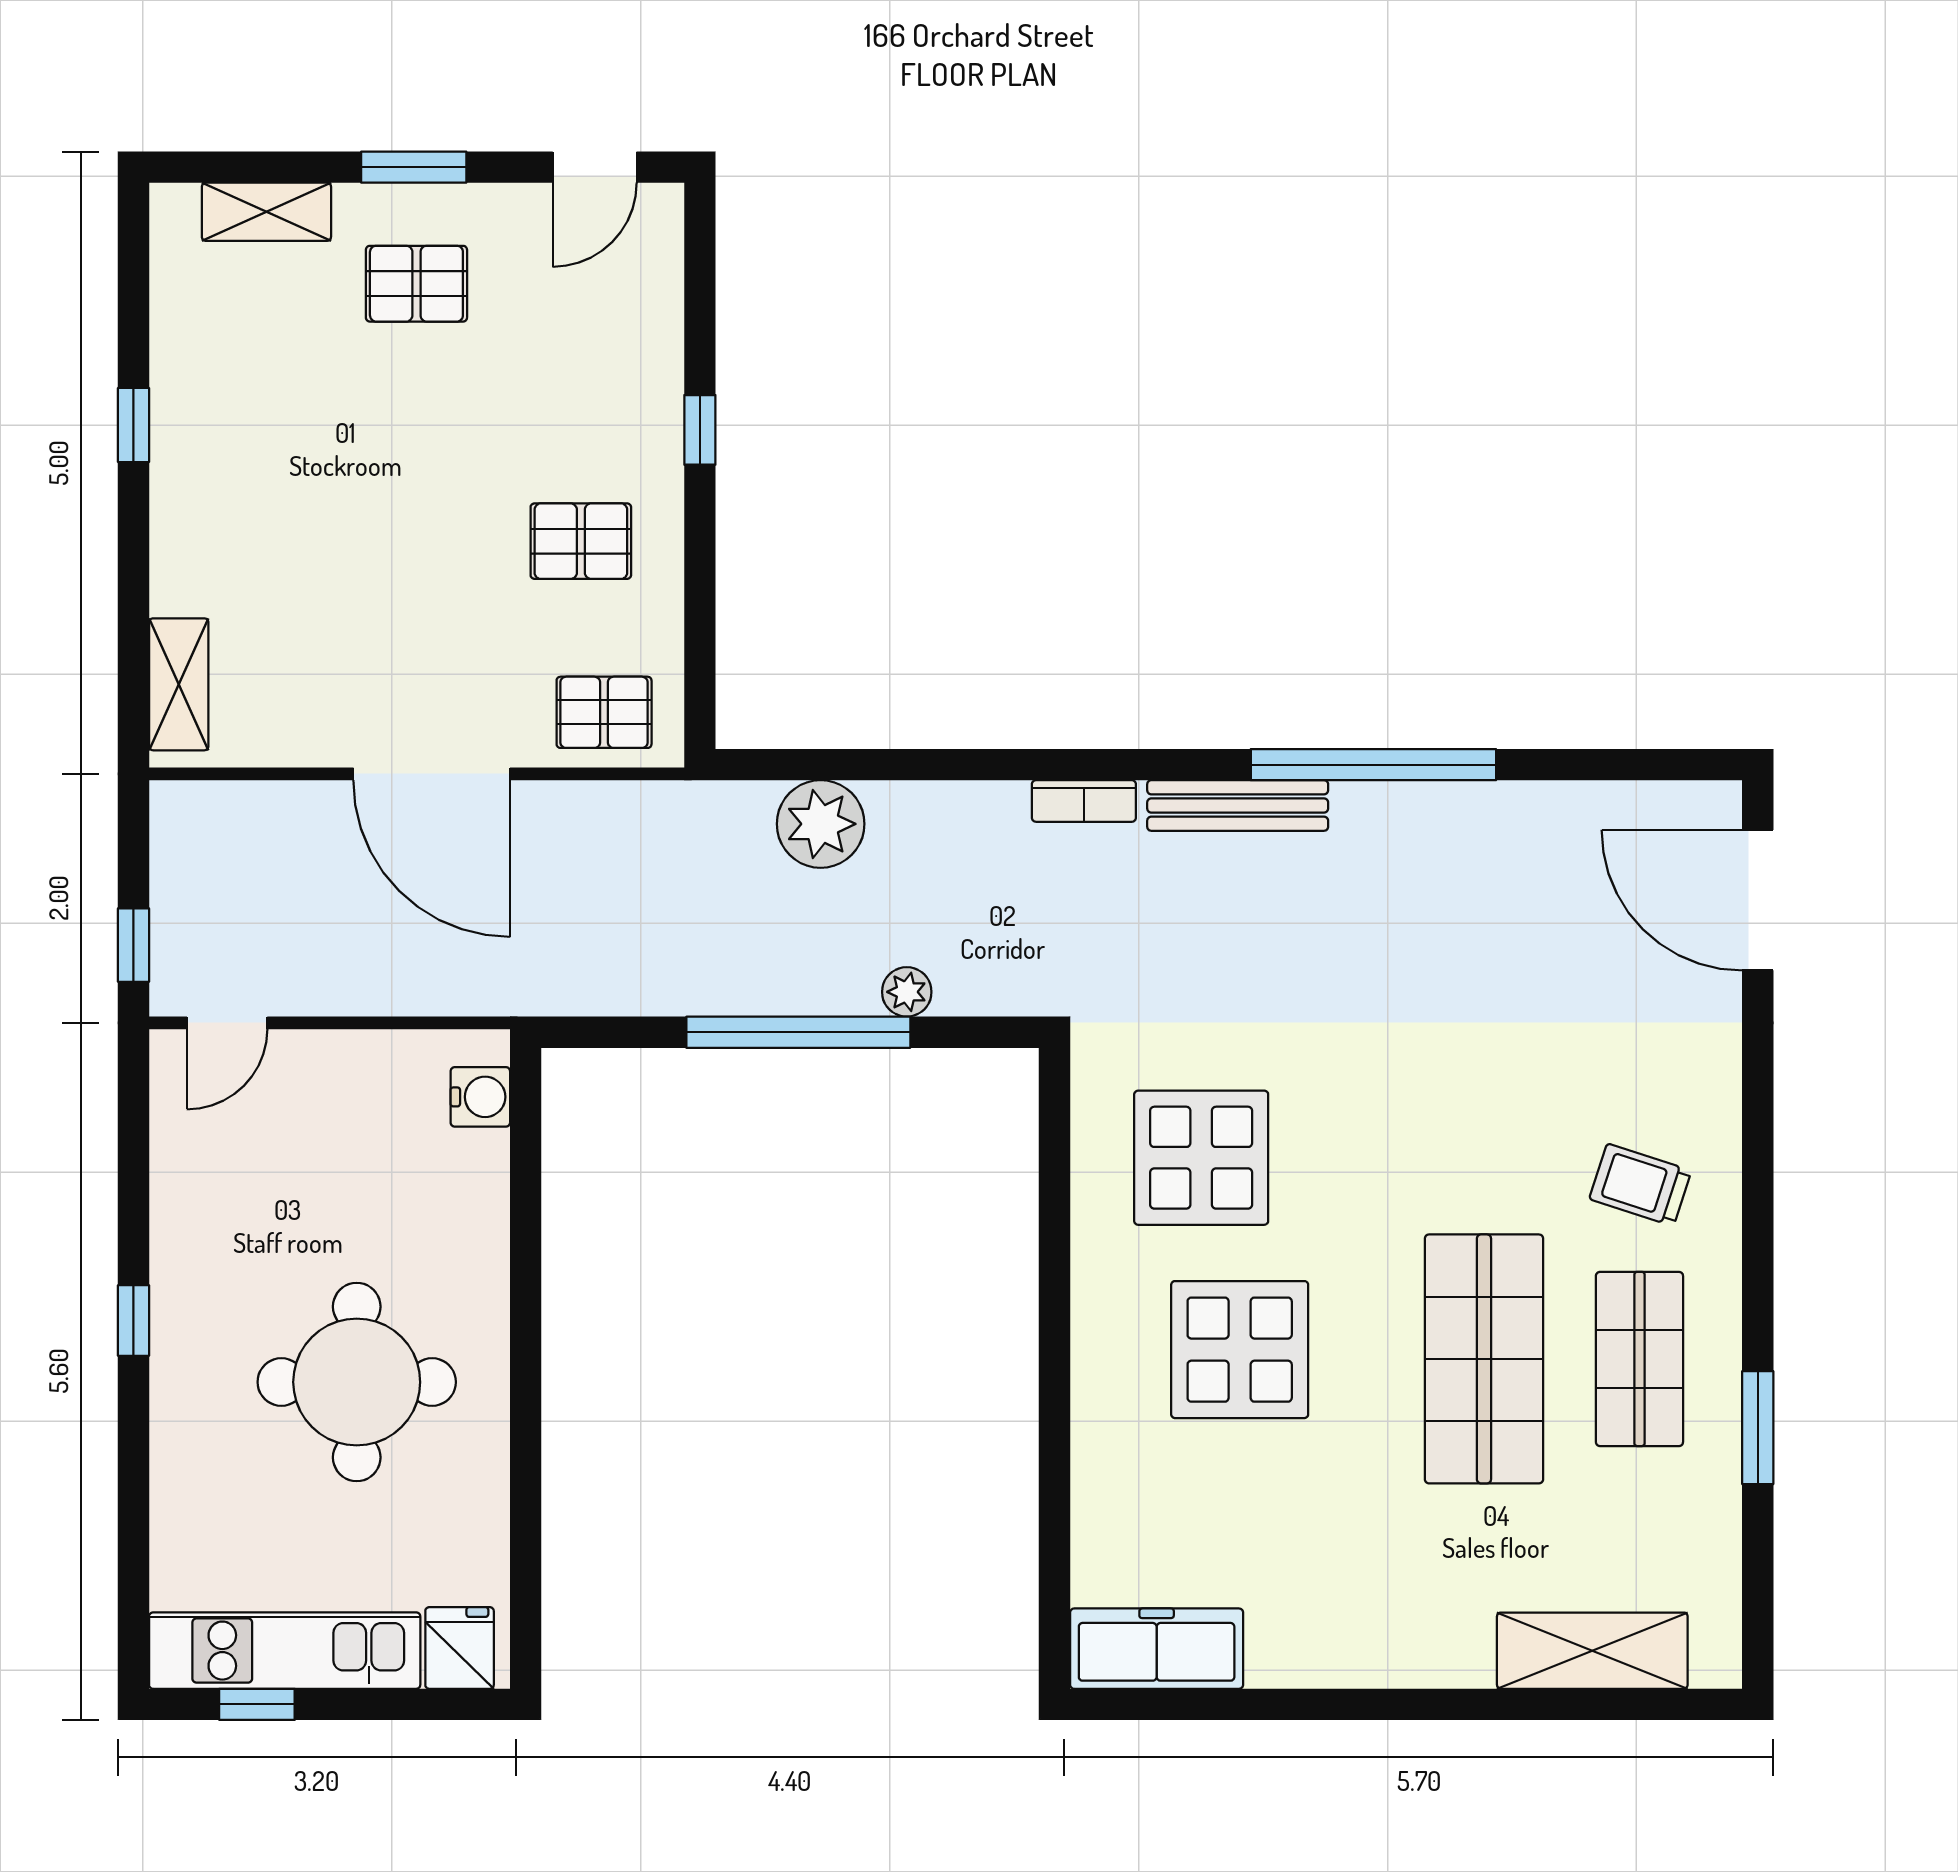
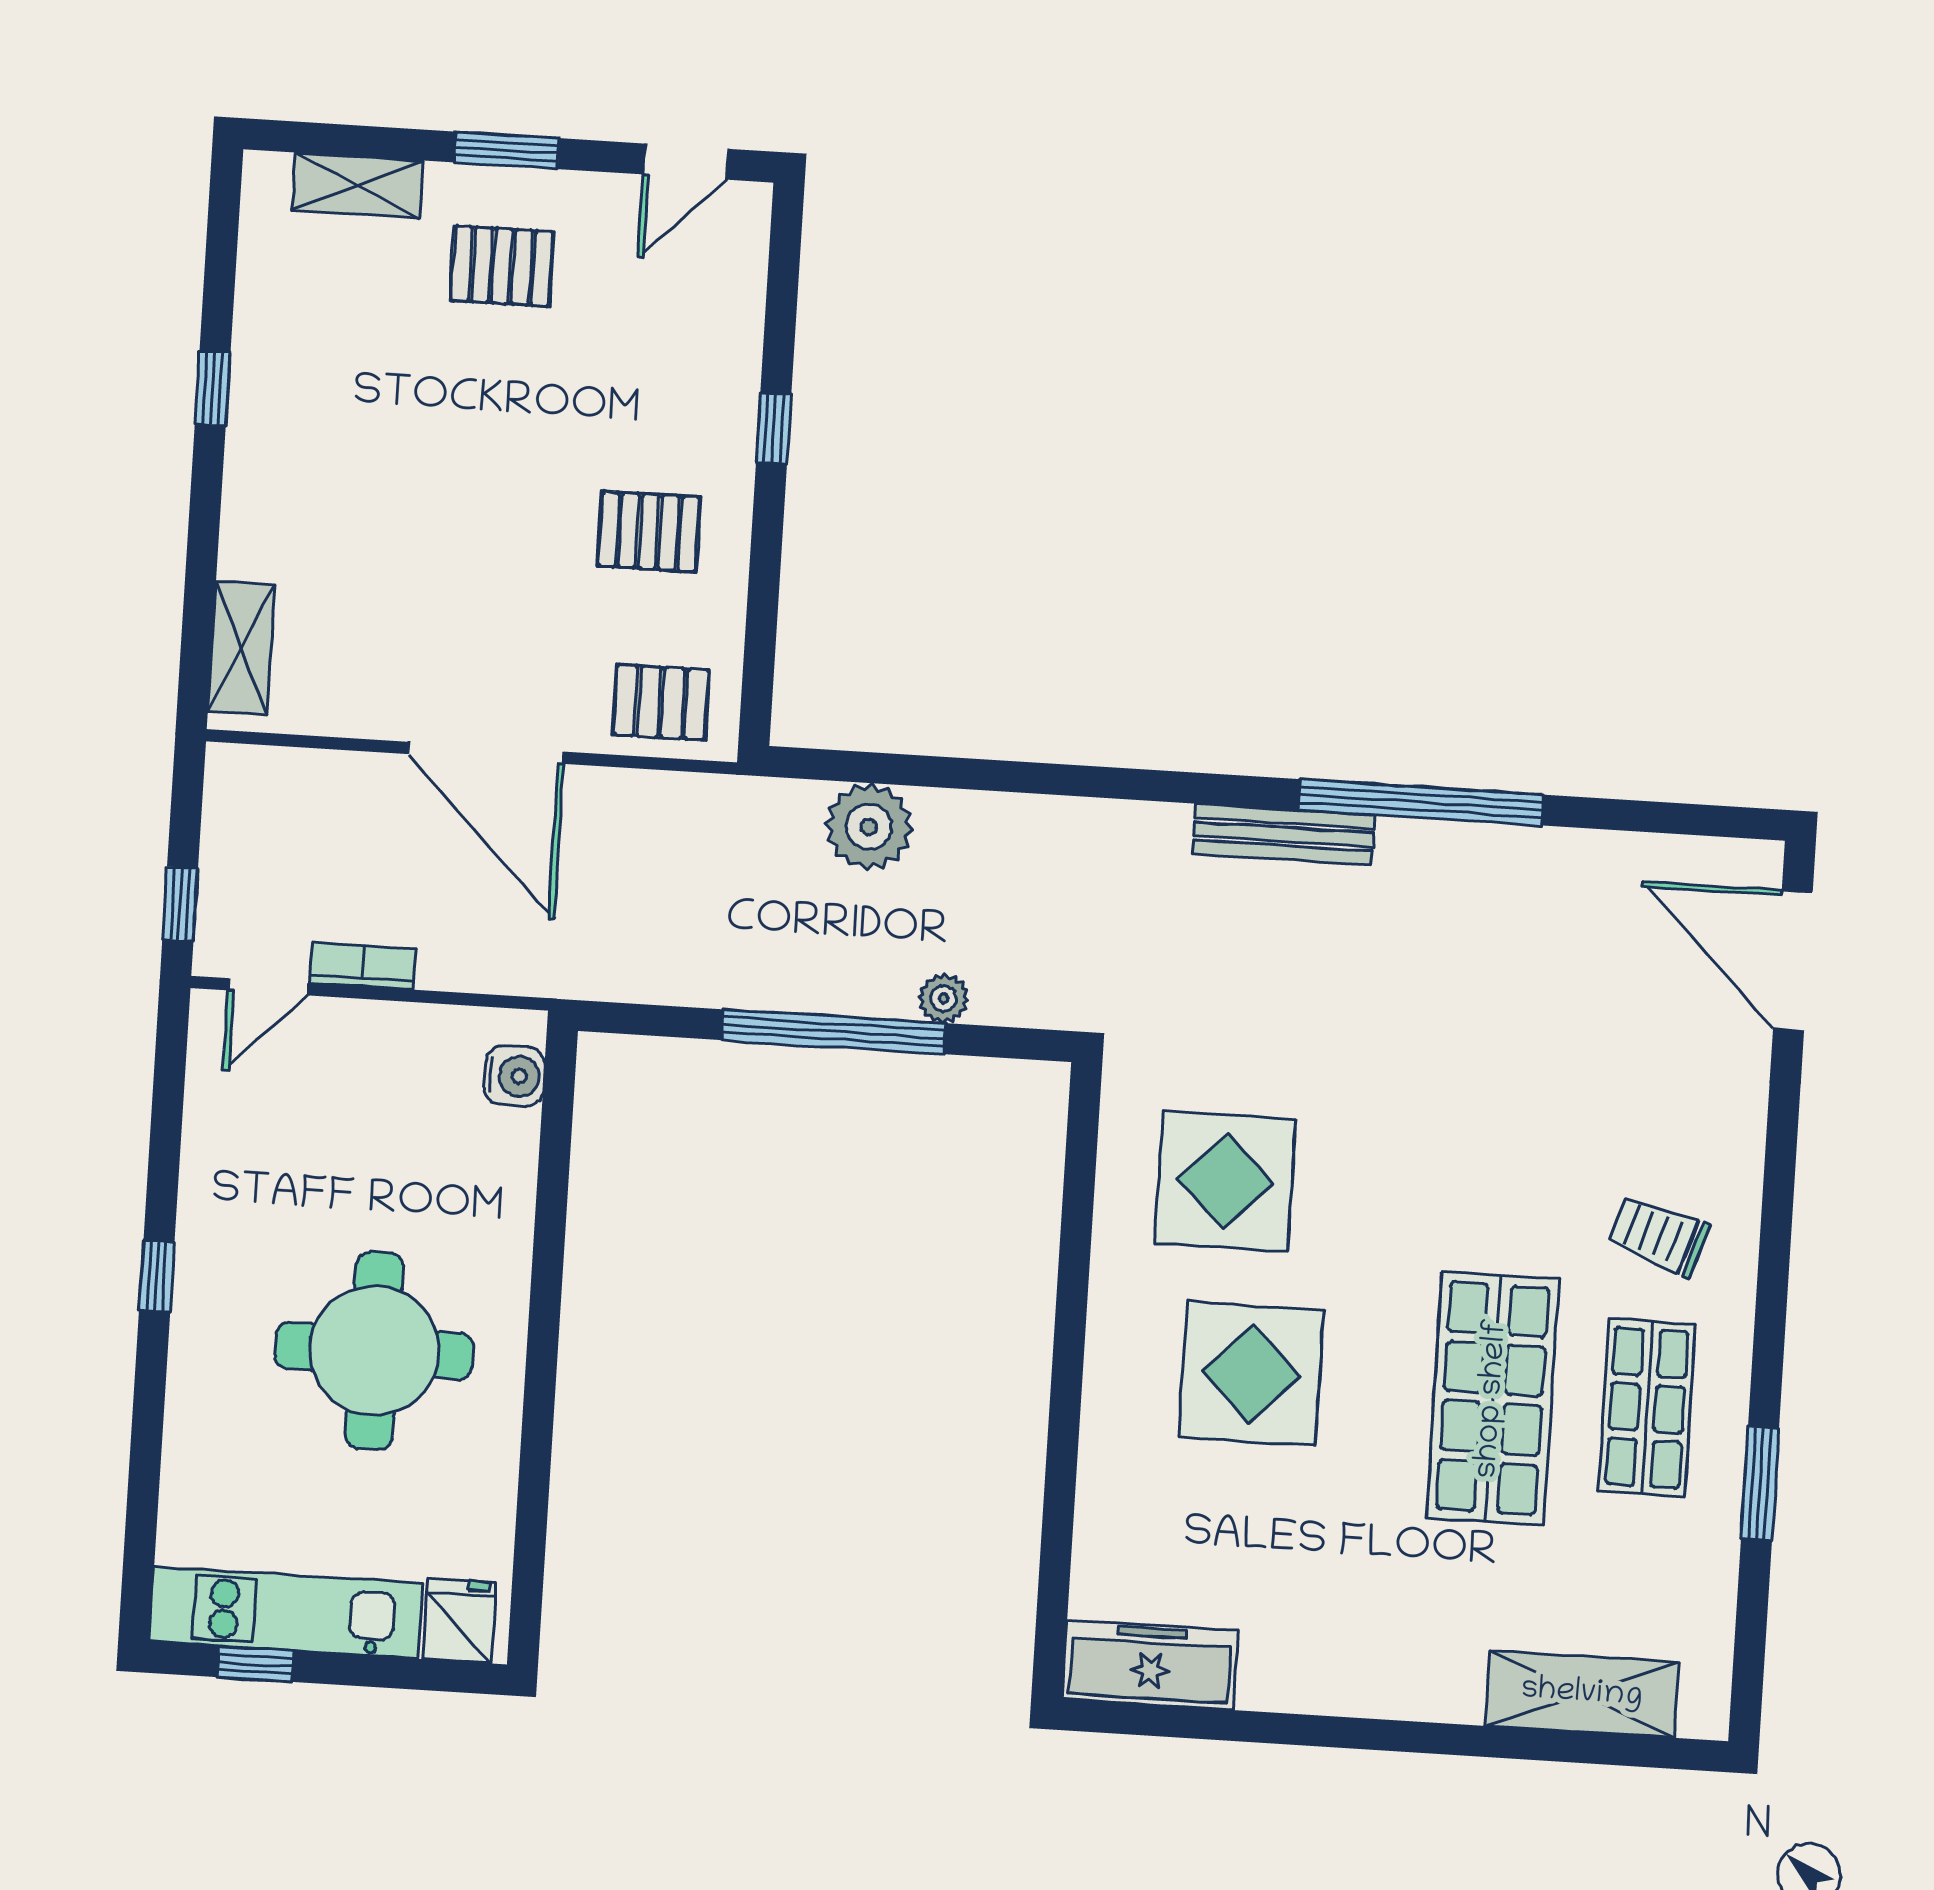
bookcase: (1084, 801) -> (363, 966), moved, turned 180

